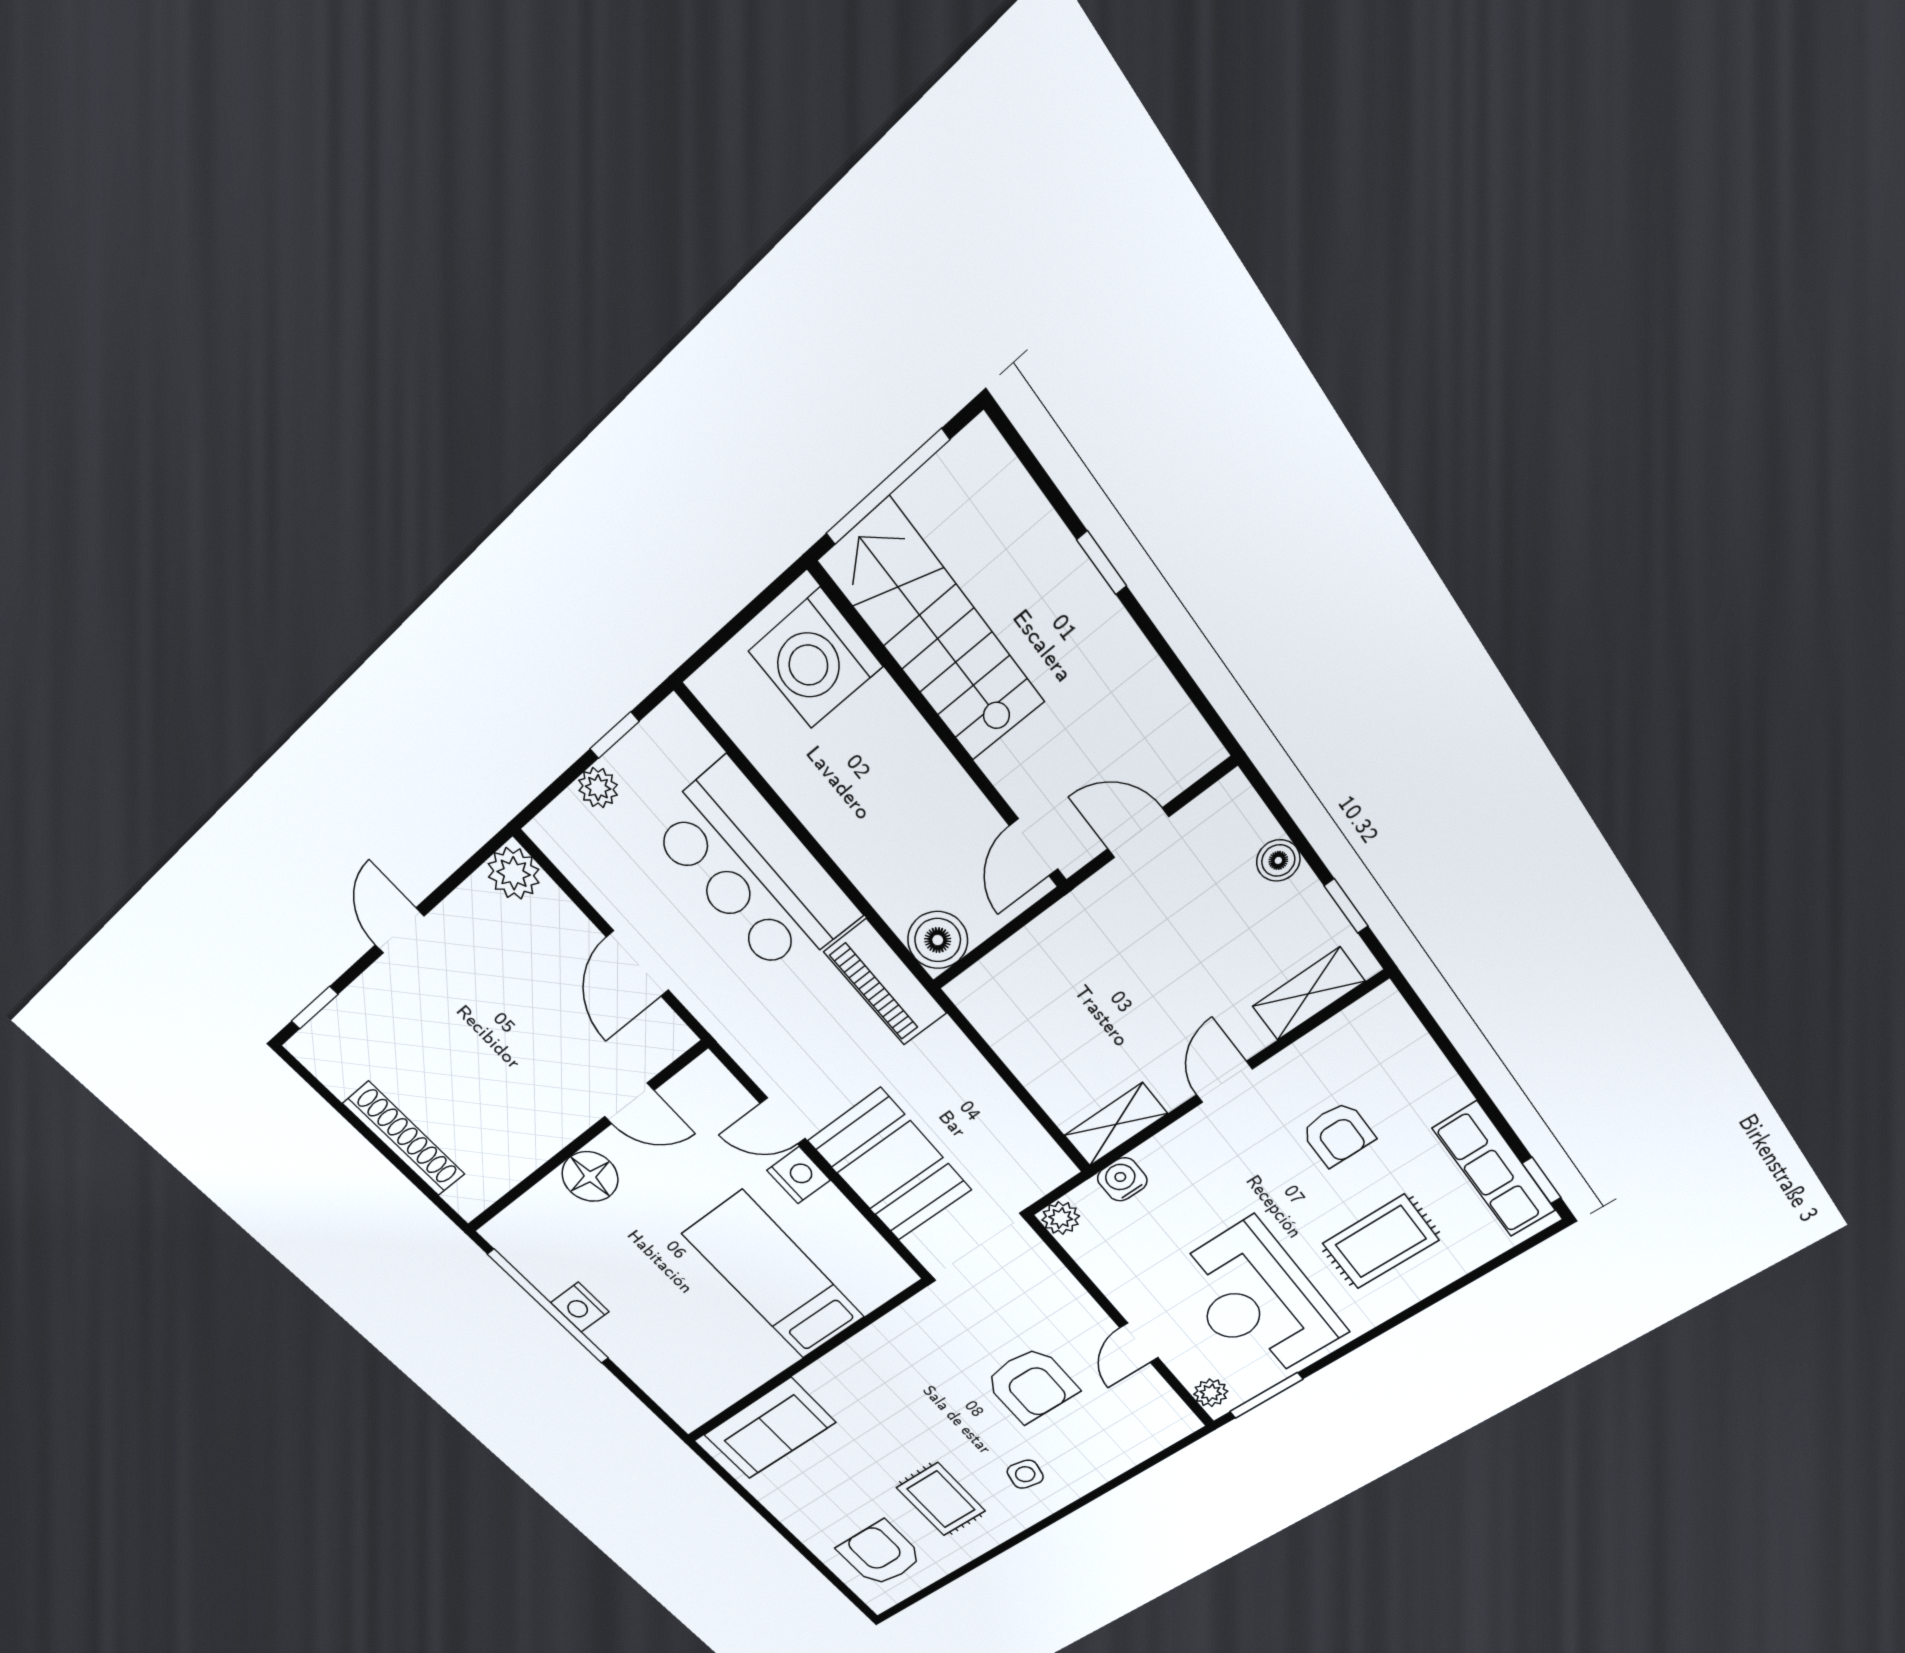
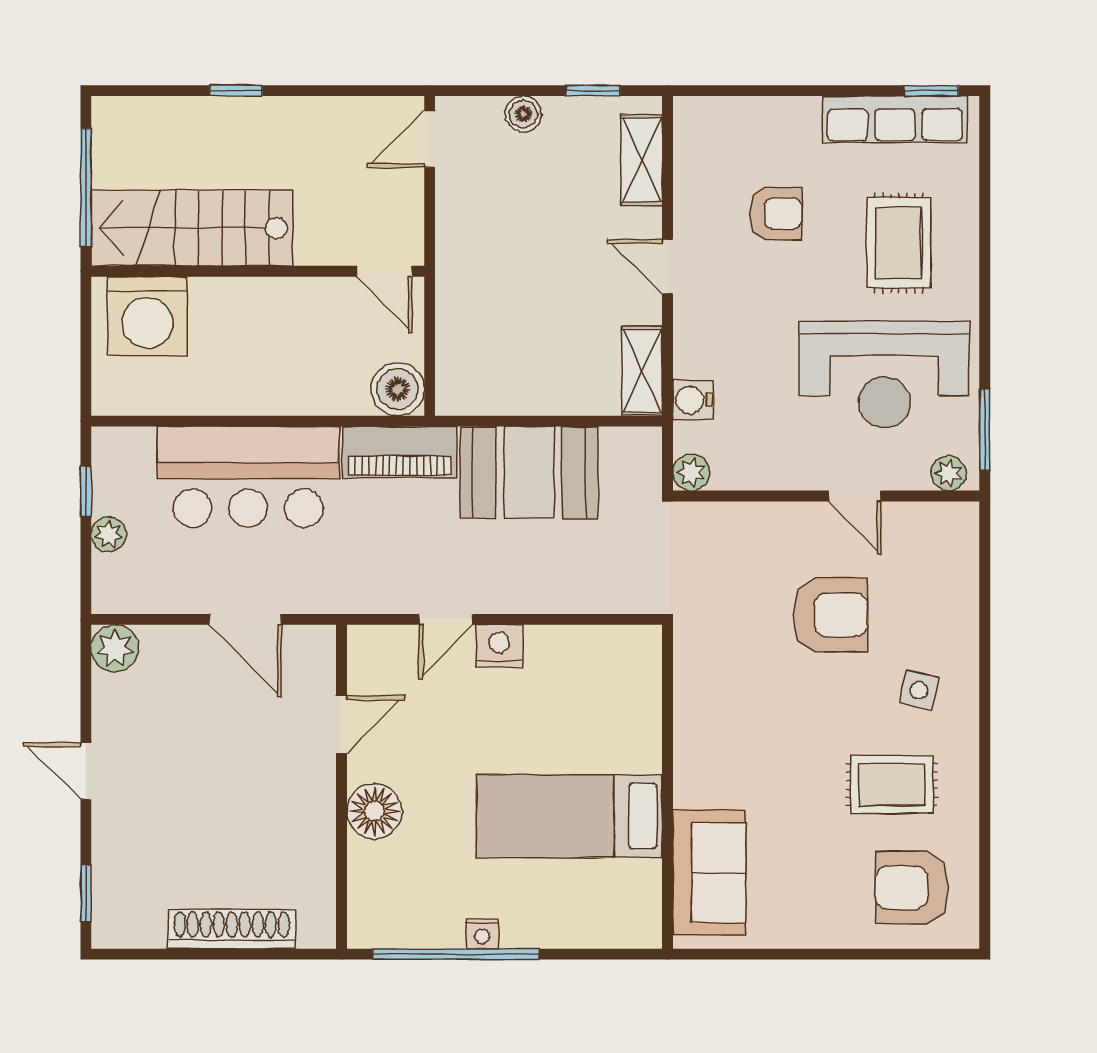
door: (1138, 833) -> (430, 139), moved
booth: (890, 1165) -> (529, 472), moved
bed: (774, 1276) -> (569, 816), moved
nightstand: (580, 1307) -> (482, 934), width x0.72, depth x0.74

